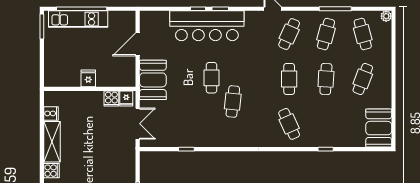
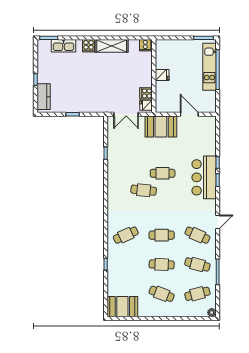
bar counter: (207, 26) -> (204, 177), width x0.73
cooker: (51, 113) -> (145, 45), moved

